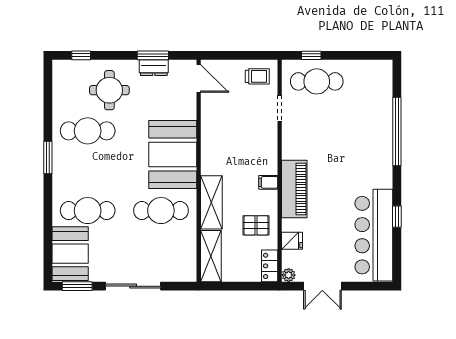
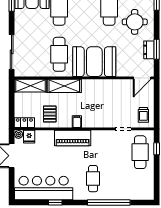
cafe table: (359, 156) -> (93, 179), added
fridge: (292, 241) -> (29, 137), moved
sliding door: (133, 286) -> (12, 52), moved

